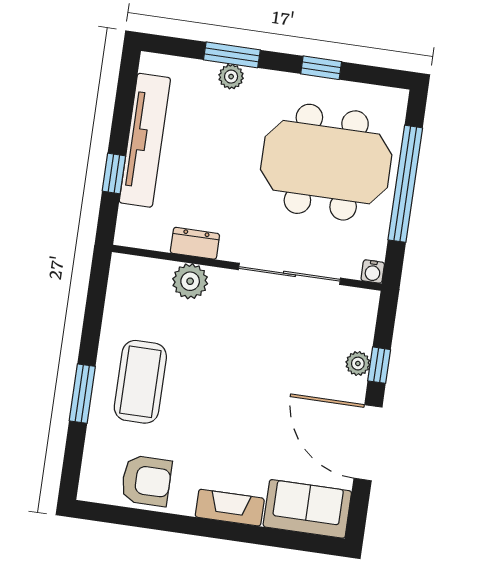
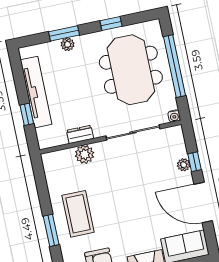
meeting table: (326, 162) -> (131, 70), turned 90

